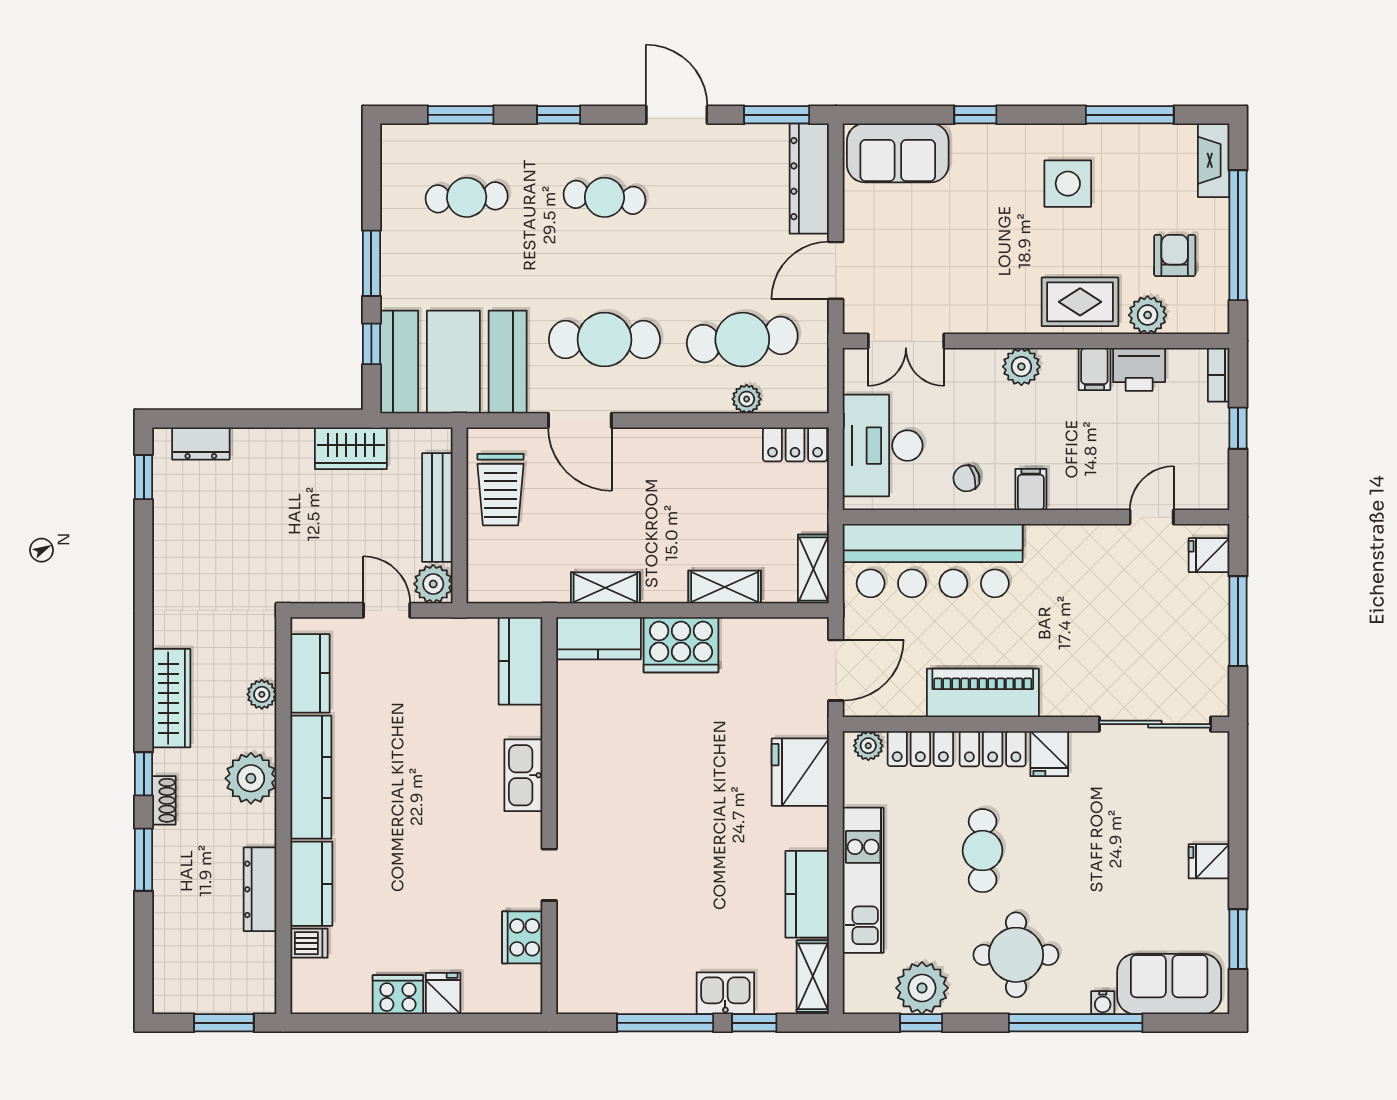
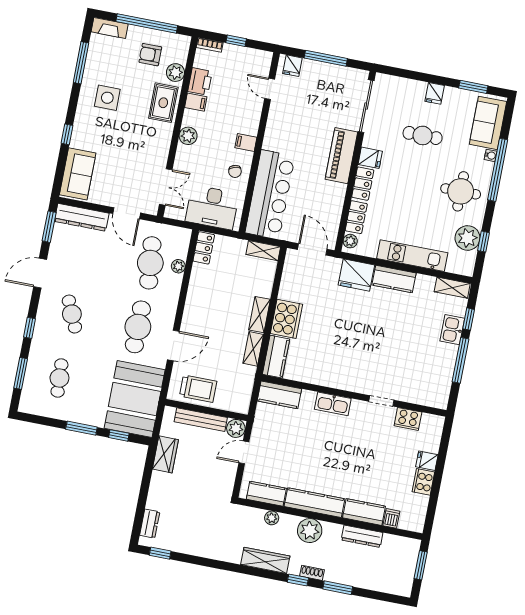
cafe table: (604, 197) -> (72, 314), turned -30
shelving: (725, 587) -> (259, 315), moved
piano: (983, 693) -> (341, 156), moved
cafe table: (983, 851) -> (423, 135), moved
kitchen counter: (807, 894) -> (394, 279), moved

